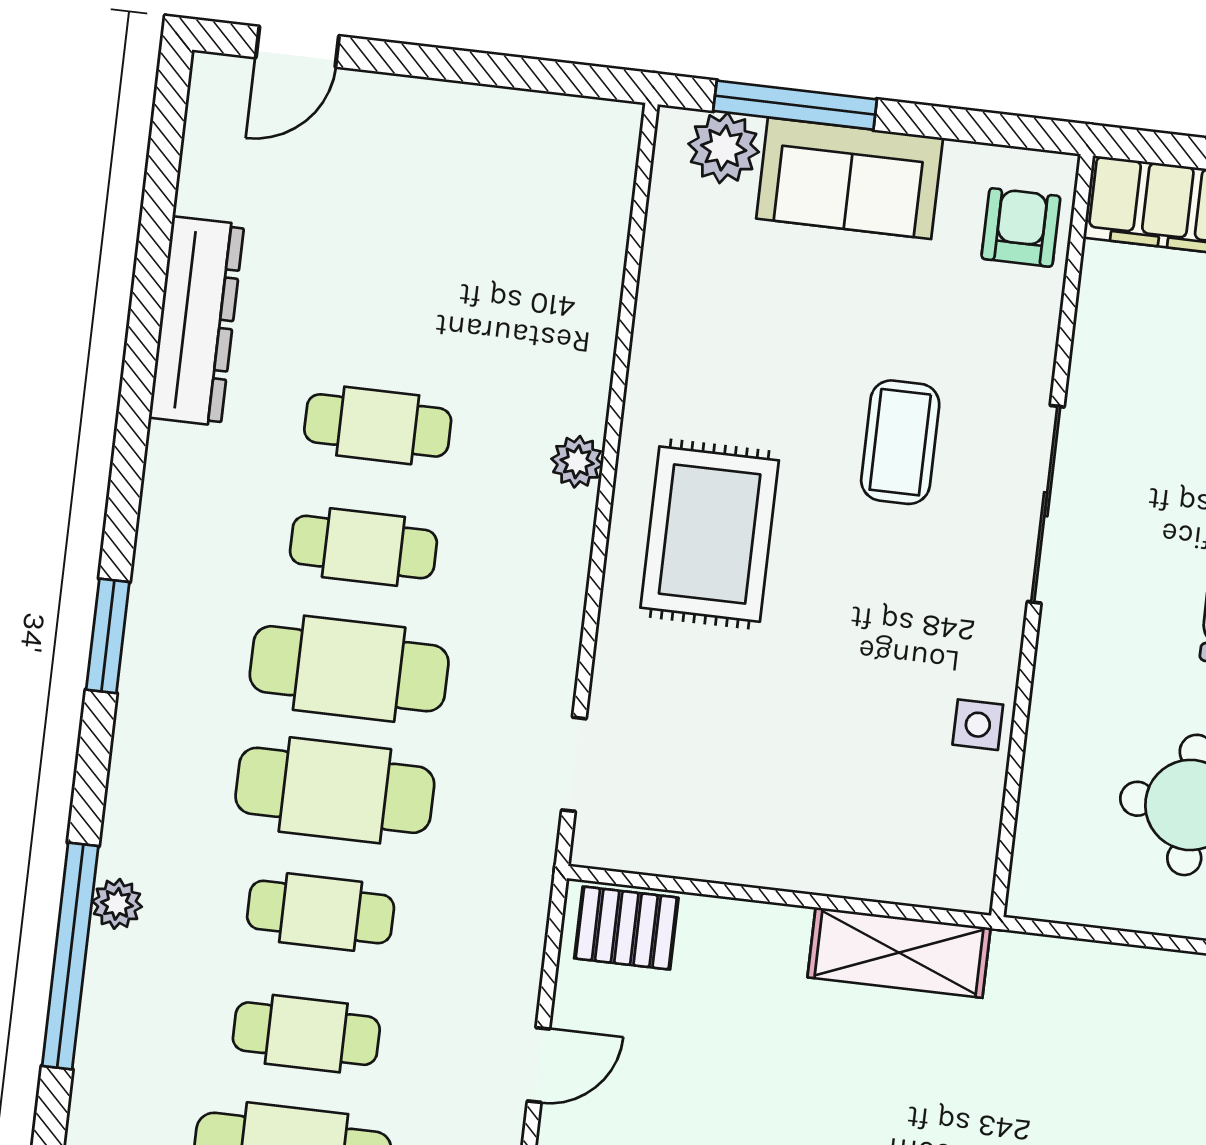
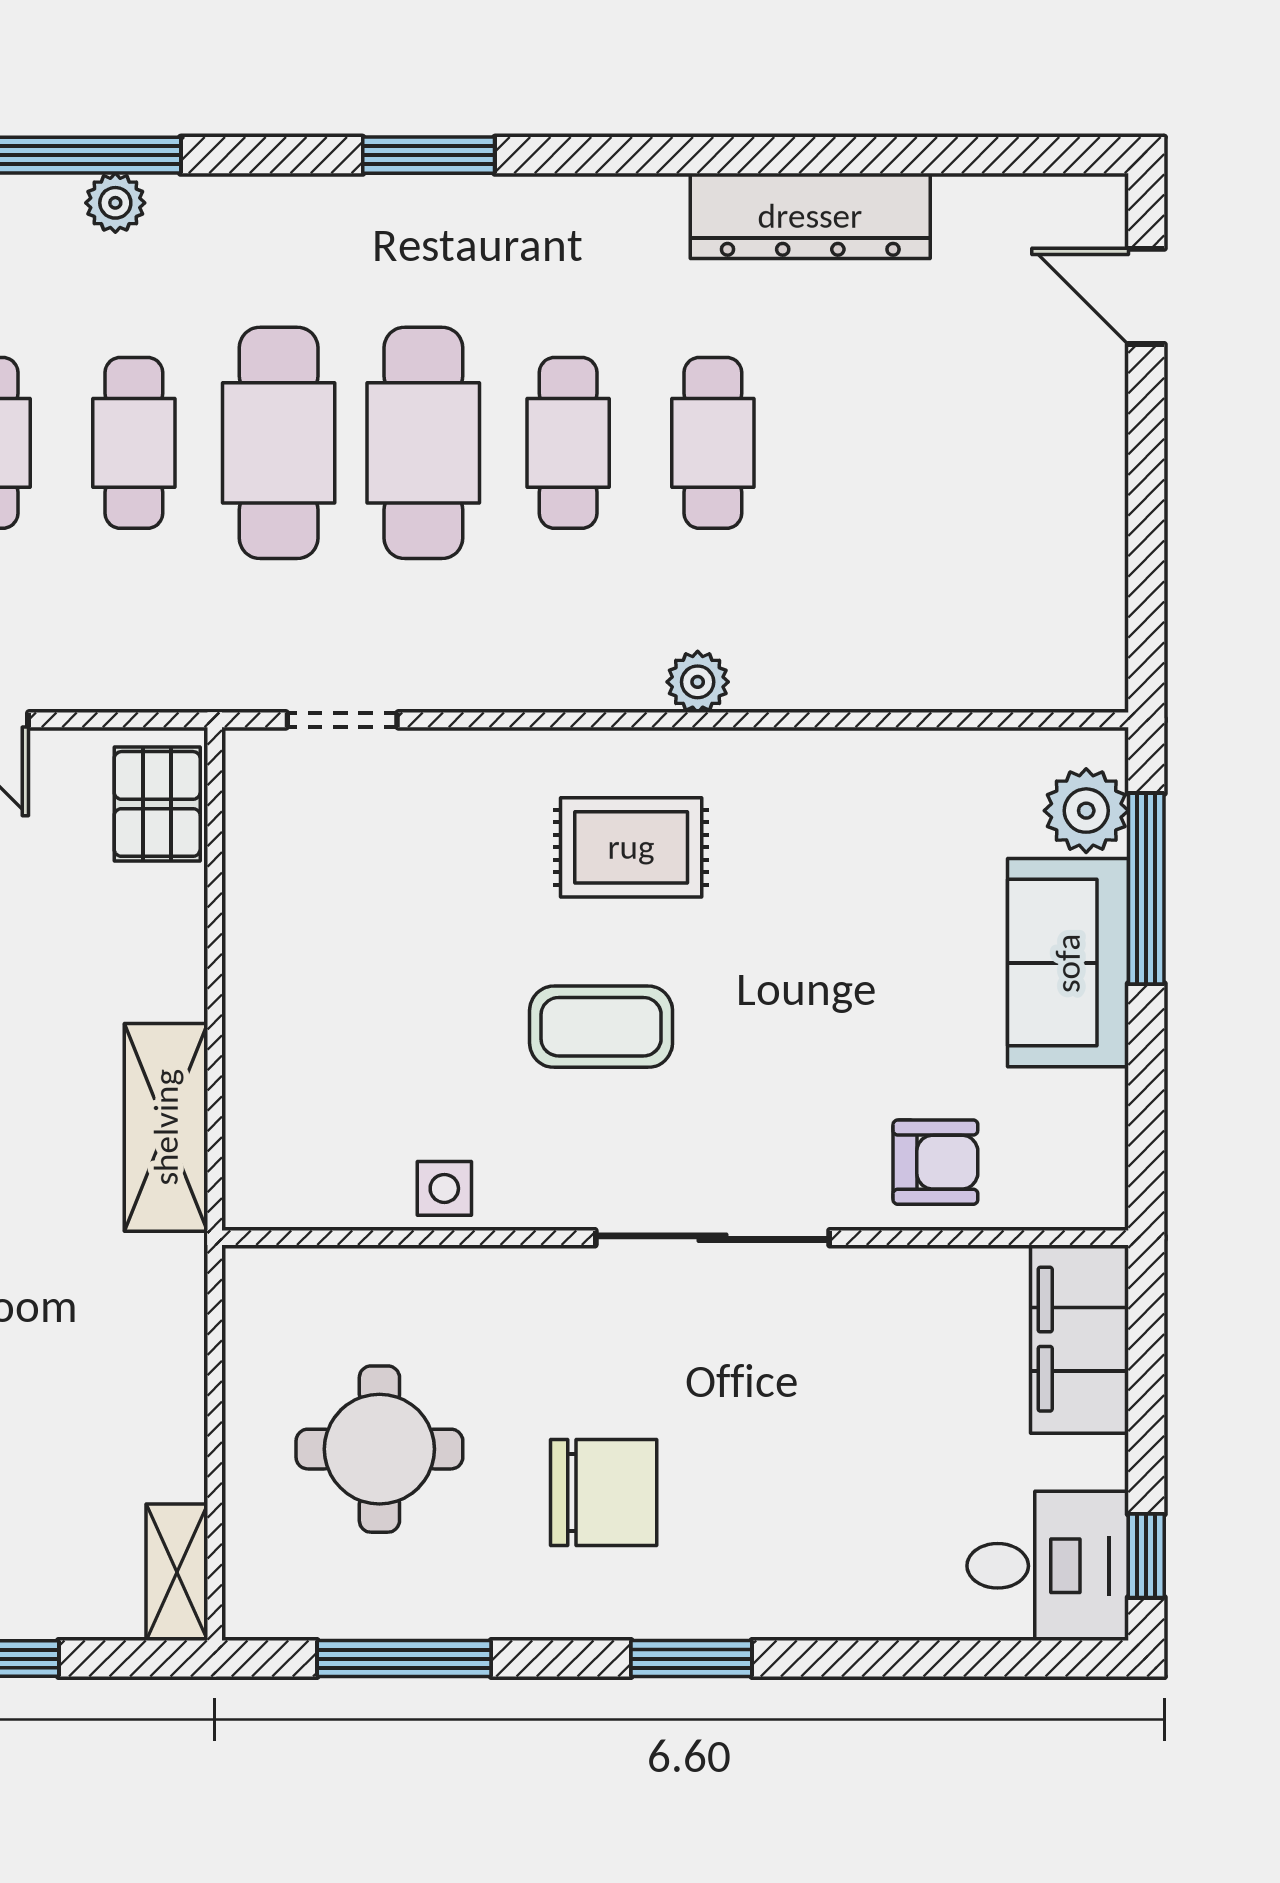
armchair: (1021, 227) -> (935, 1162), moved
coffee table: (900, 442) -> (601, 1027), moved
rug: (710, 534) -> (631, 847), width x0.73, depth x0.70

